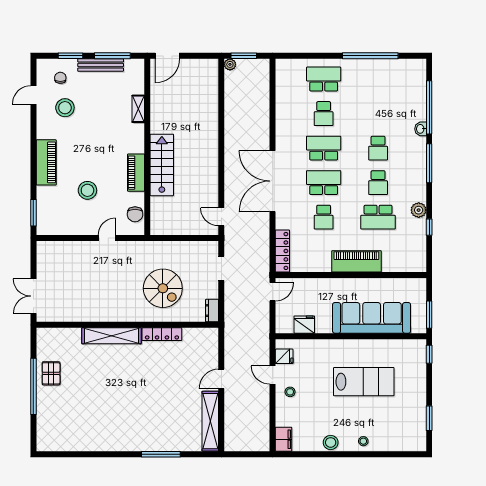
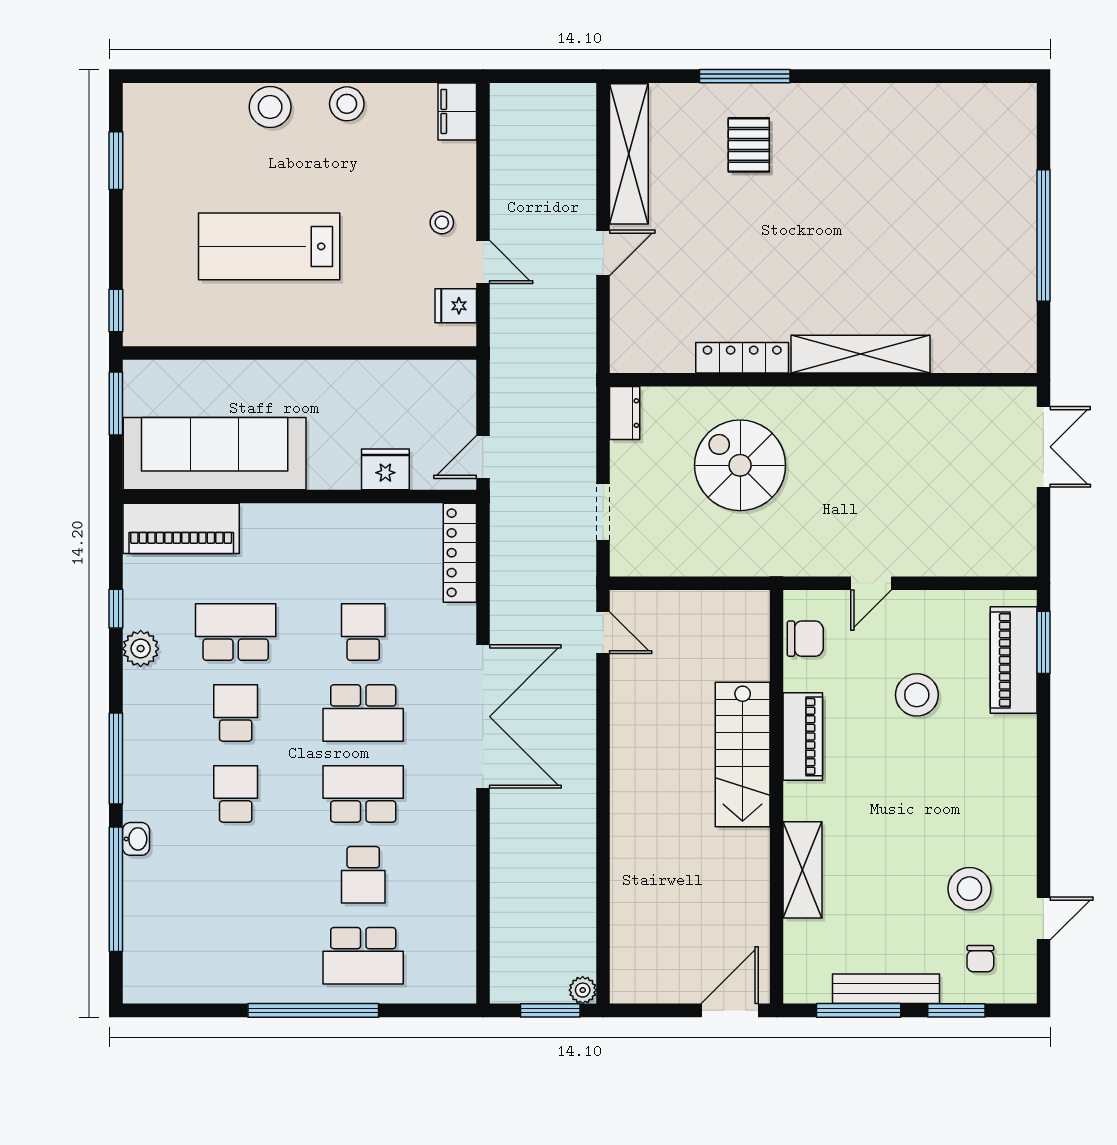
window: (370, 56) -> (313, 1010), moved
shelving: (138, 109) -> (803, 870), width x1.50, depth x1.33
school desk: (324, 114) -> (363, 875), turned 180
school desk: (324, 148) -> (363, 794), turned 180
piano: (46, 162) -> (1014, 660), moved
chair: (135, 214) -> (805, 639), turned 90
piano: (356, 261) -> (181, 528), moved
sofa: (372, 318) -> (215, 454), moved, turned 180
fridge: (304, 325) -> (385, 469), moved, turned 180
pallet: (51, 373) -> (749, 145), moved
stool: (363, 441) -> (270, 107), width x1.89, depth x1.89

